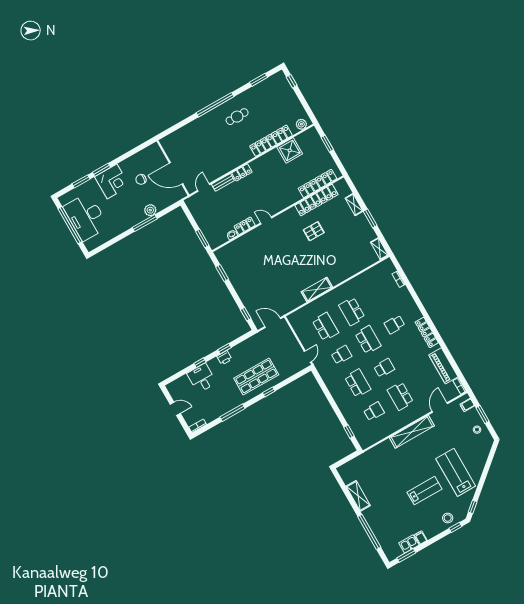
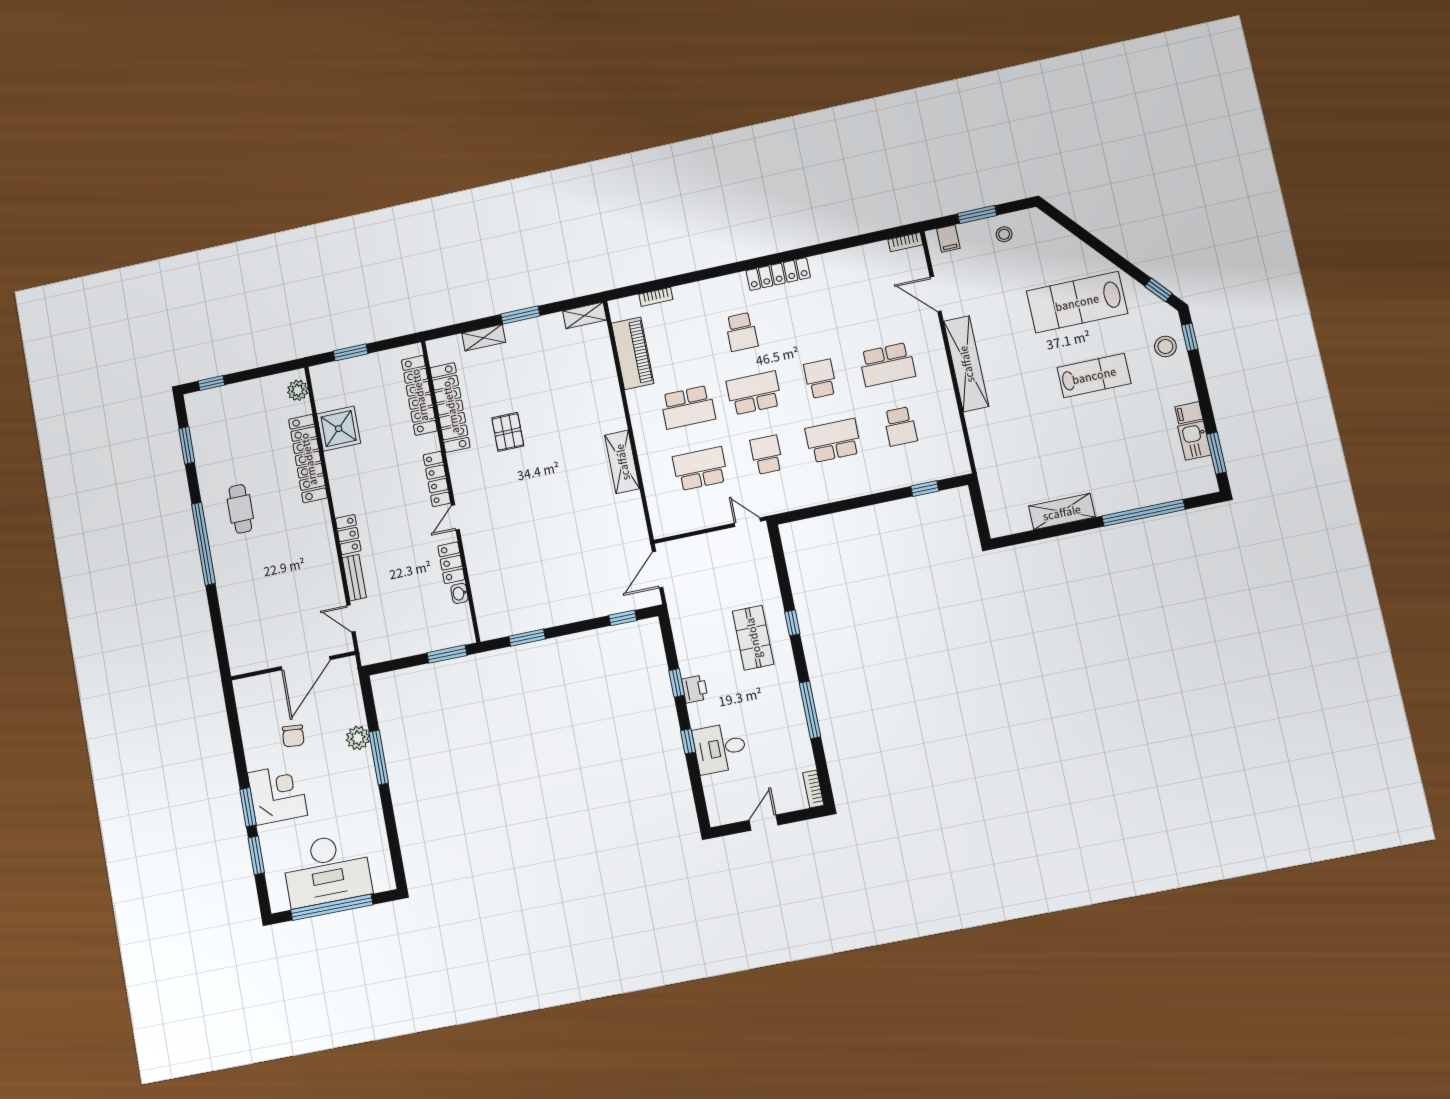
locker: (281, 205) -> (437, 479), added
piano: (443, 366) -> (633, 353), moved, turned -90
shop shelf: (256, 377) -> (753, 638), width x0.70, depth x0.74
school desk: (374, 411) -> (900, 426), turned 180
lab bench: (425, 491) -> (1094, 375), turned 90

